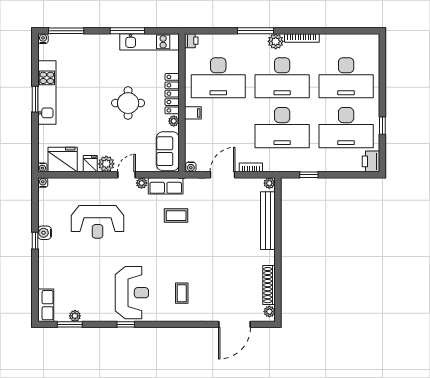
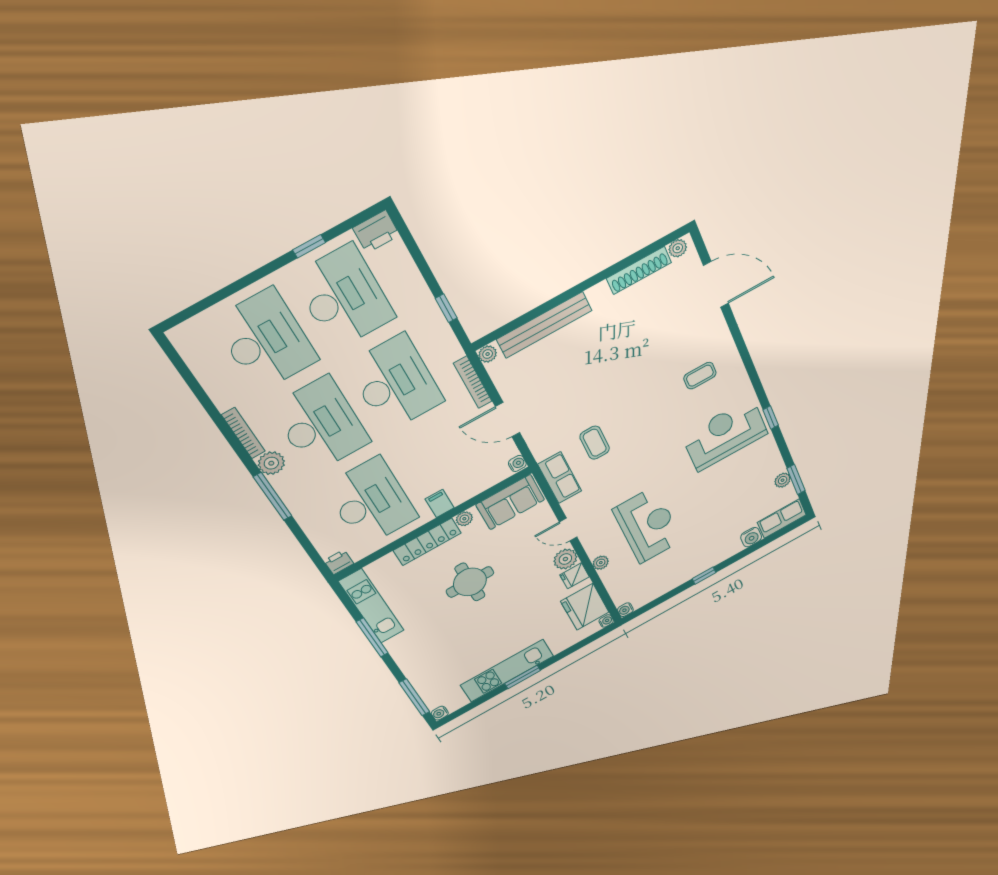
bookcase: (251, 167) -> (473, 382), width x1.56
plant: (142, 183) -> (601, 563), moved
water cooler: (45, 233) -> (751, 537), moved

